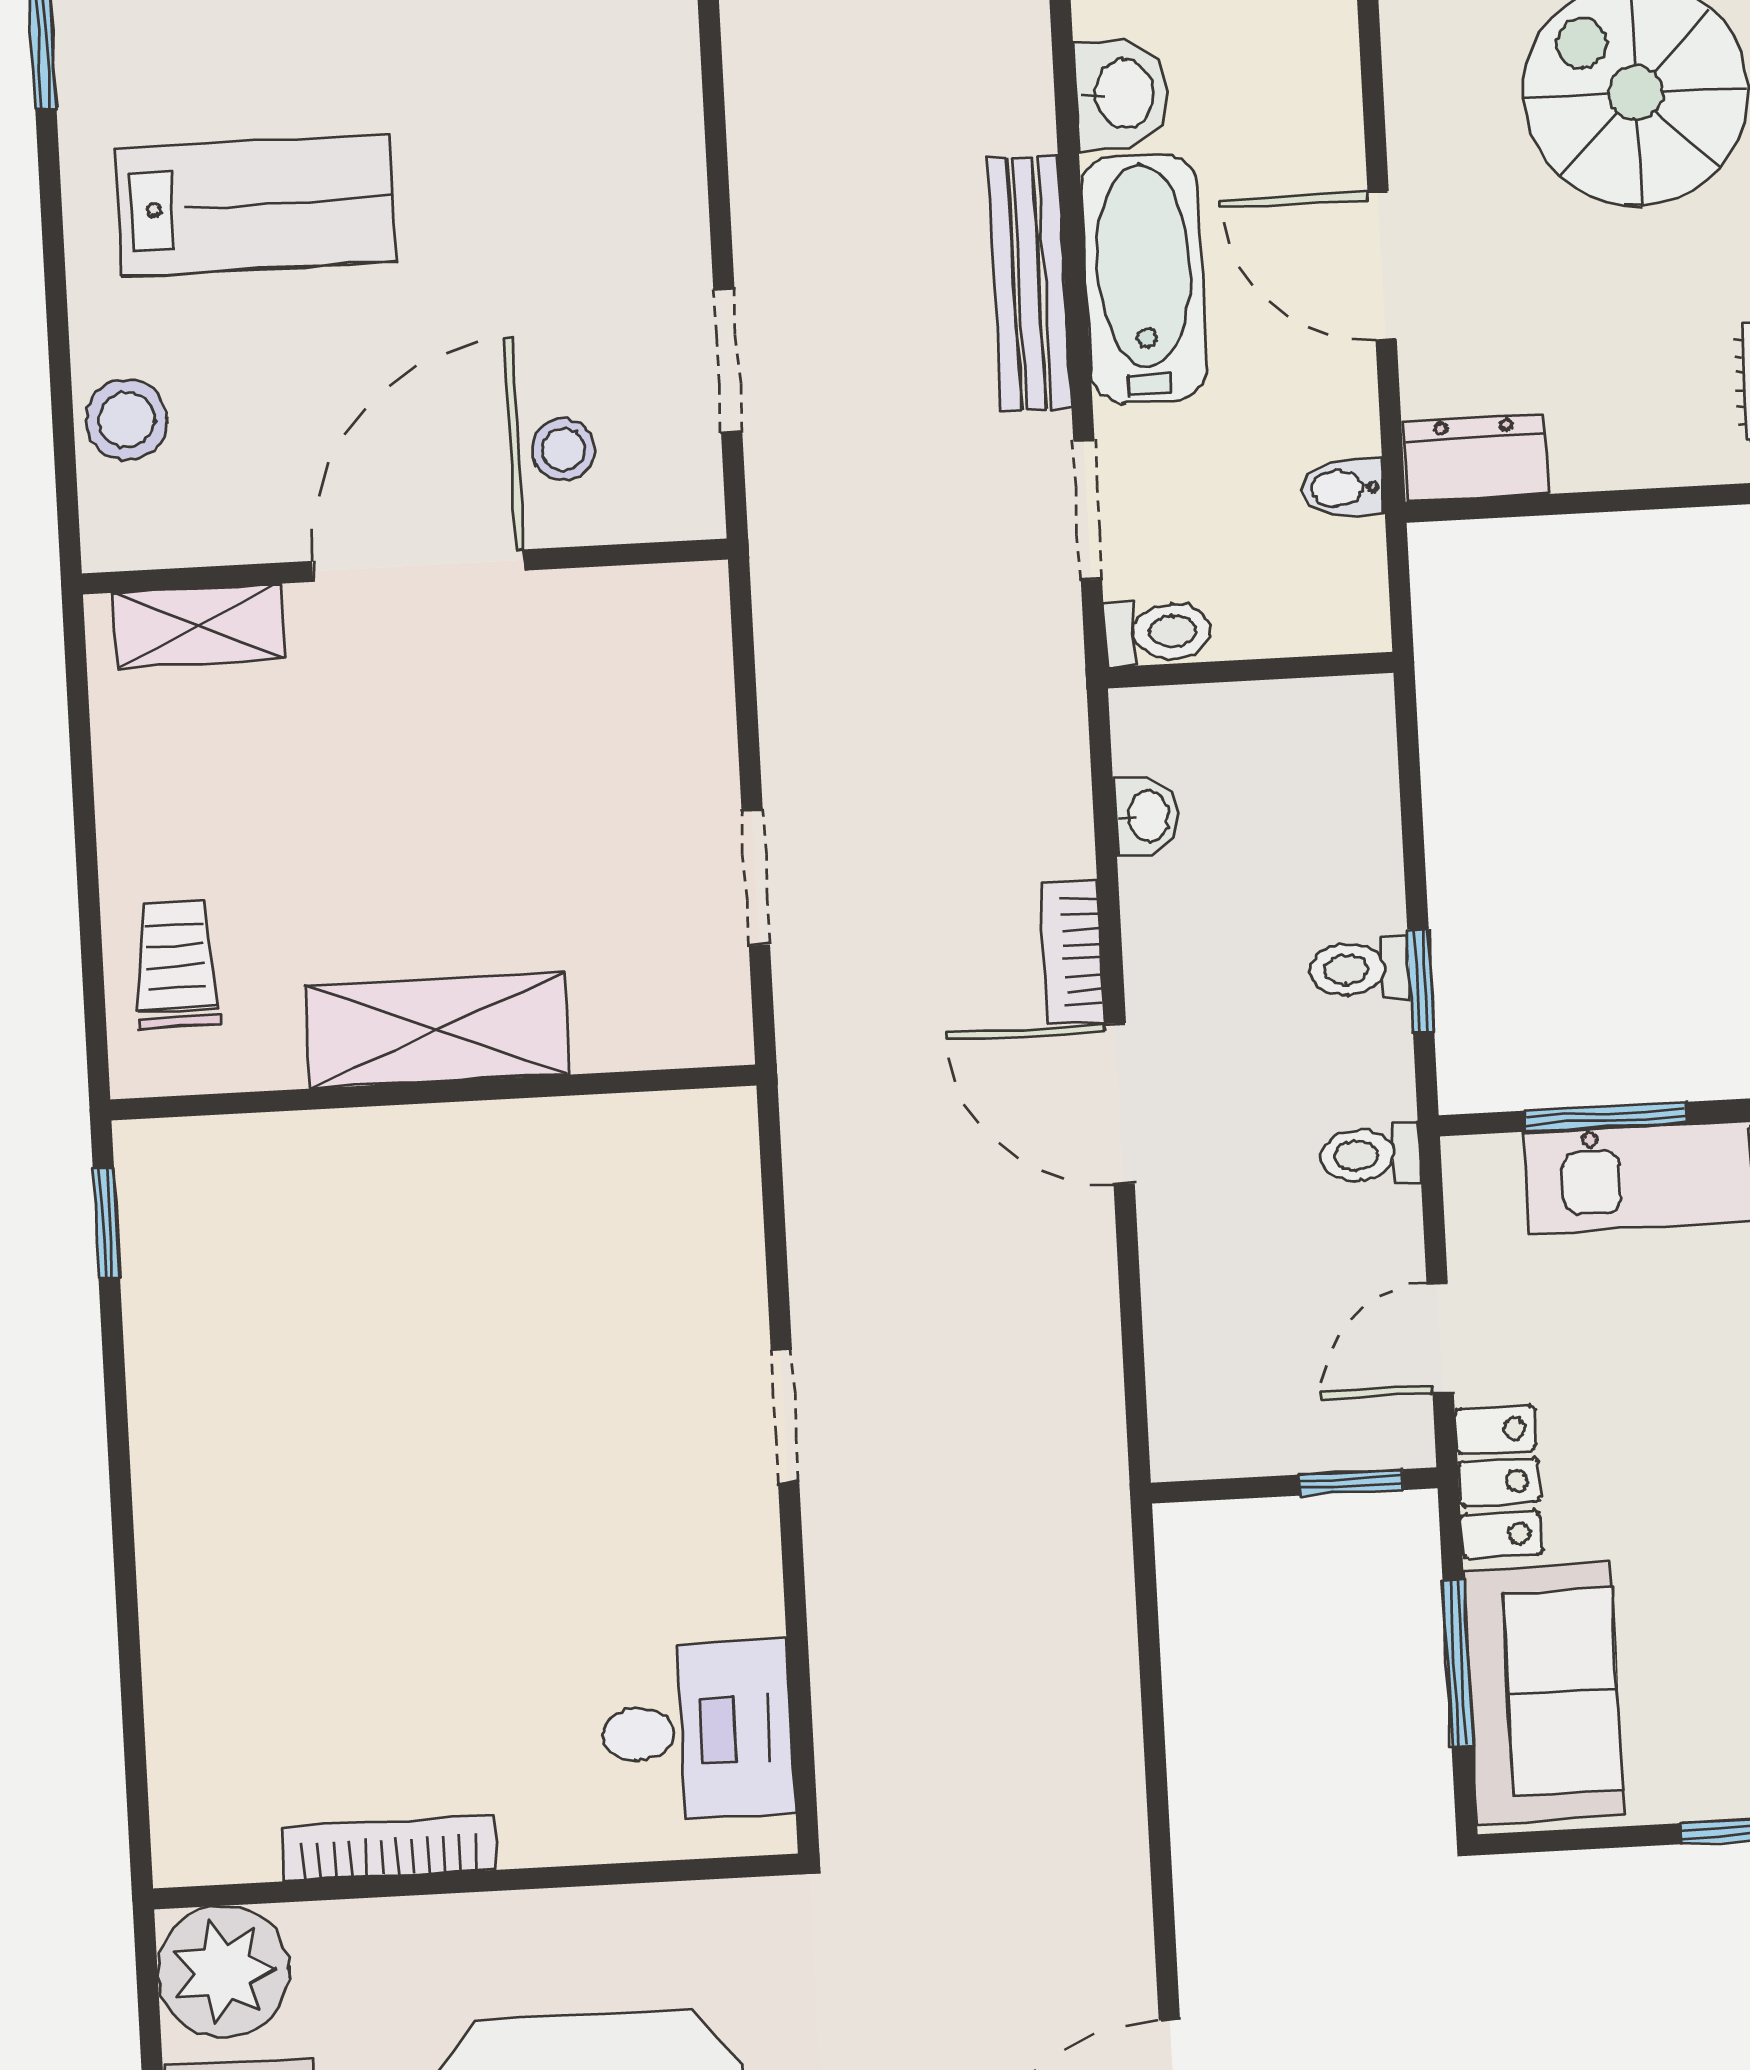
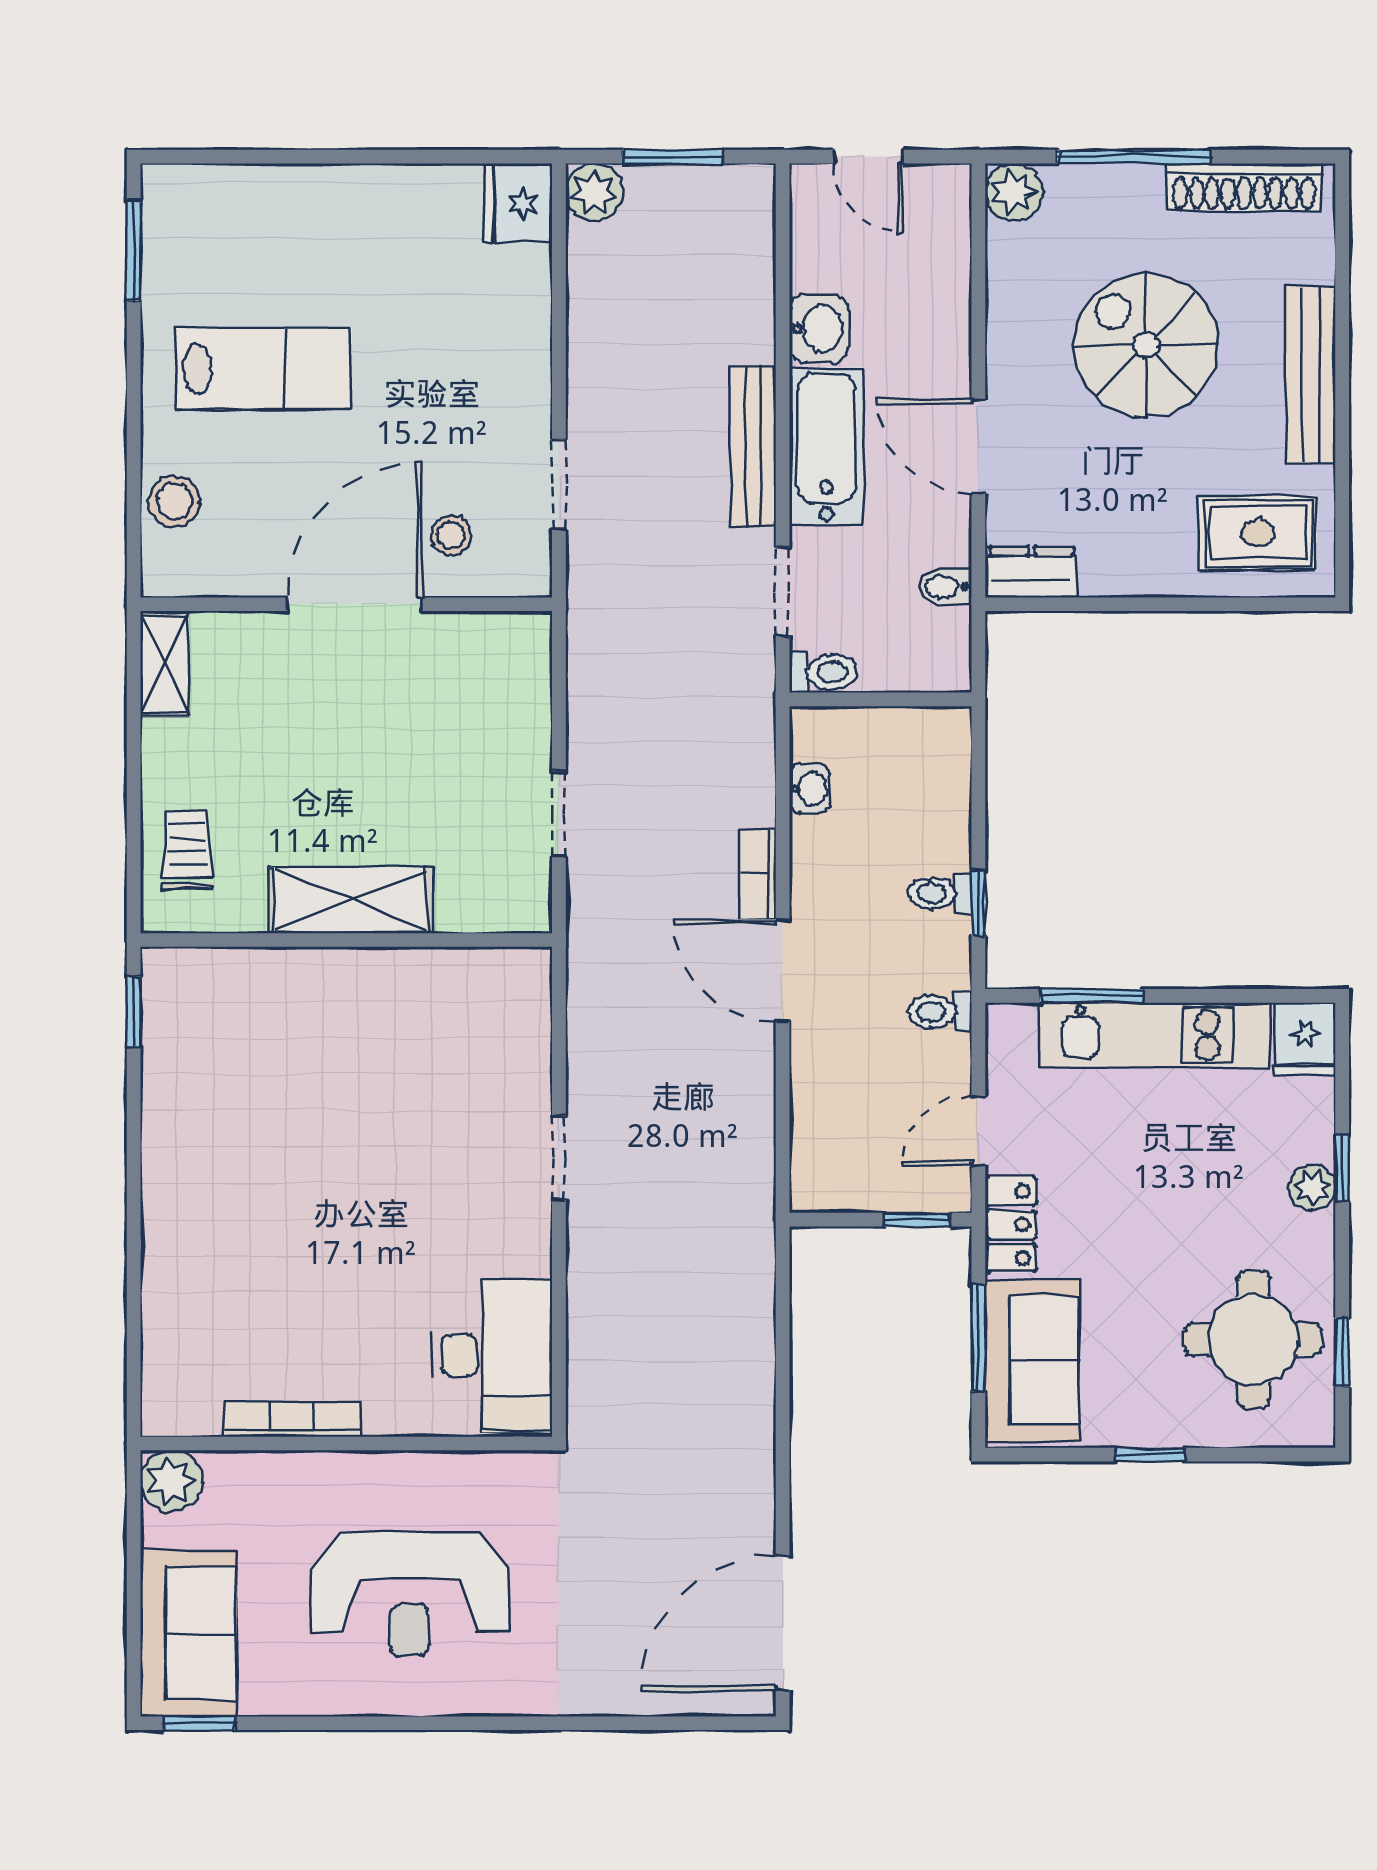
shelving: (198, 626) -> (164, 664), moved, turned 90
desk: (697, 1731) -> (492, 1355), width x1.37
plant: (223, 1972) -> (171, 1481), width x0.73, depth x0.73

